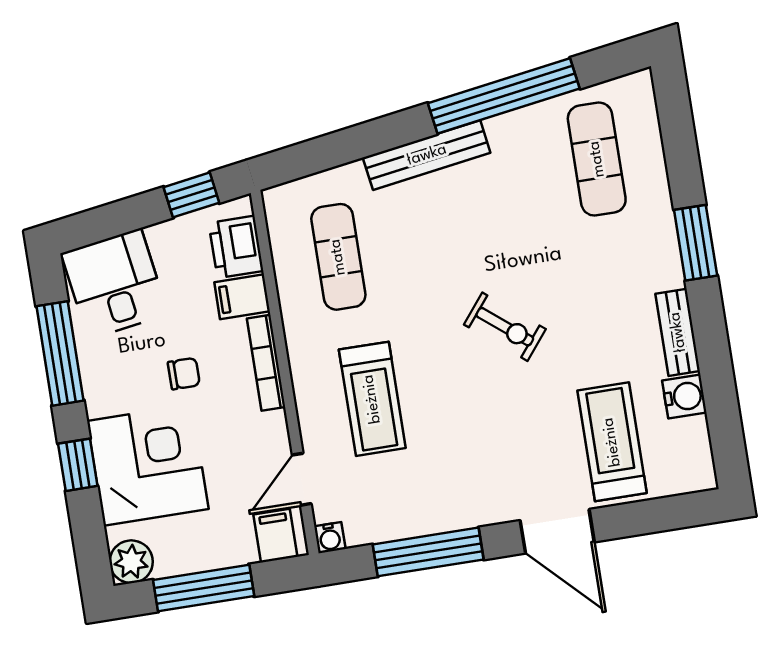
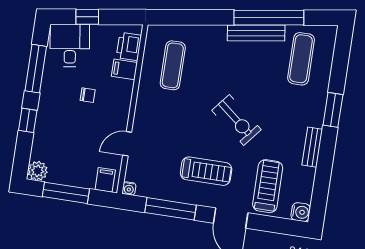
bench: (427, 155) -> (256, 33), moved
window: (191, 195) -> (87, 17), moved
exercise bike: (505, 327) -> (237, 120), width x1.38, depth x1.39
bookcase: (266, 363) -> (126, 102), removed
water cooler: (684, 397) -> (301, 212), moved
treadmill: (372, 399) -> (206, 171), moved, turned -90
corner desk: (148, 465) -> (59, 130), removed
door: (302, 479) -> (127, 144), moved

